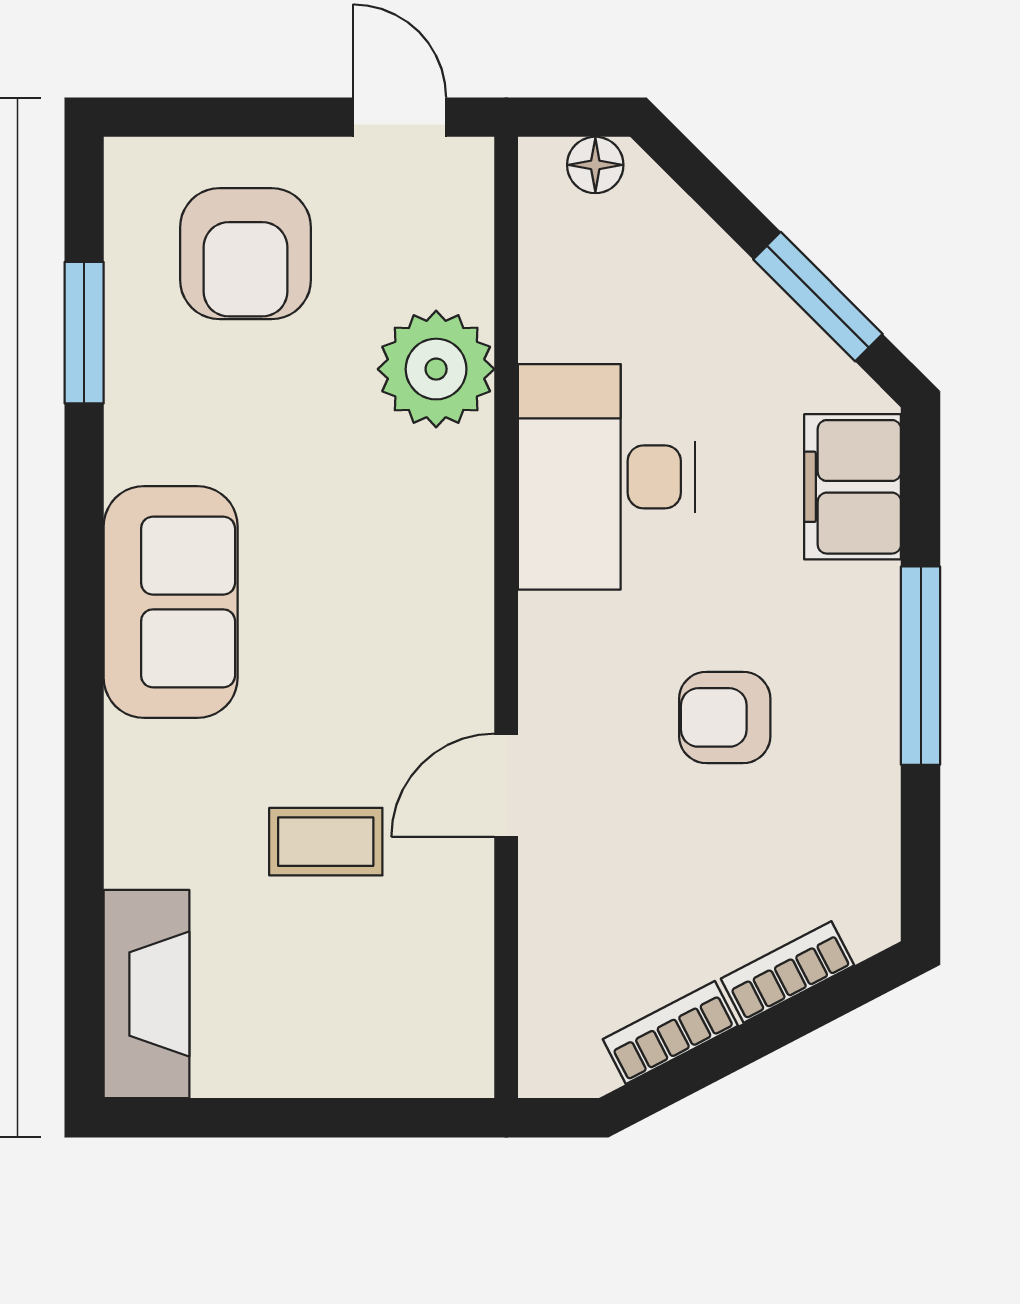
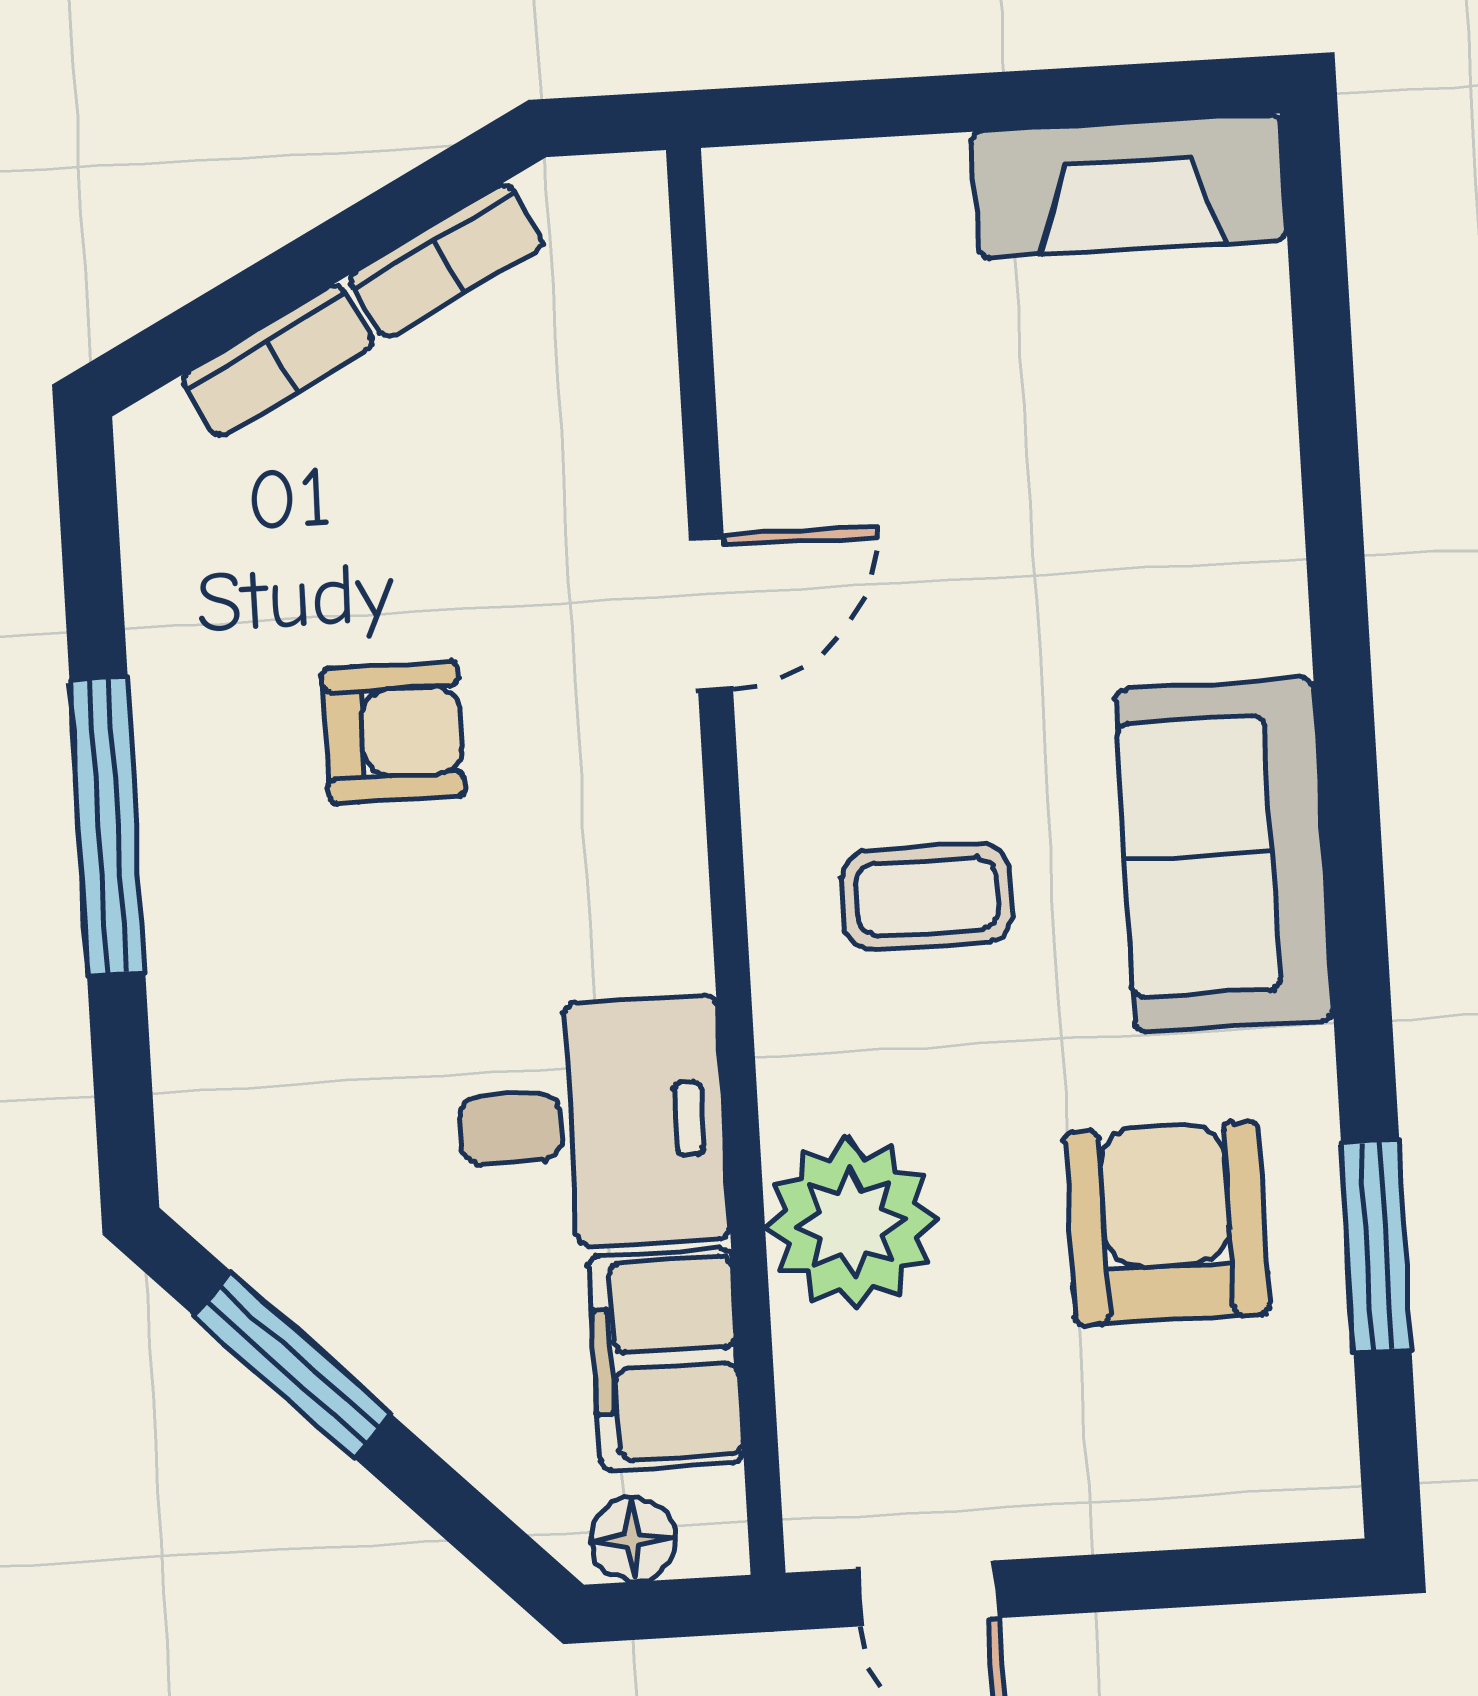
armchair: (246, 254) -> (1167, 1223), moved
desk: (606, 477) -> (592, 1124), width x0.73
filing cabinet: (853, 487) -> (666, 1359), moved, turned 180
coffee table: (326, 842) -> (927, 897), moved
fireplace: (147, 994) -> (1129, 186), moved, turned -90

